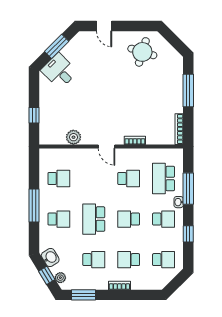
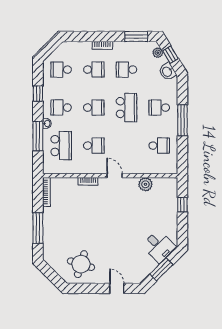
school desk: (59, 179) -> (159, 146), turned 180
school desk: (129, 179) -> (94, 146), turned 180

